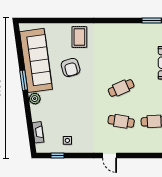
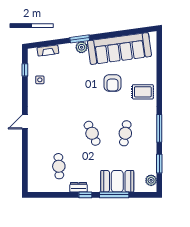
window: (116, 21) -> (159, 128), added
armchair: (71, 67) -> (112, 83), turned -74
window: (24, 80) -> (80, 39), moved
cafe table: (121, 121) -> (125, 133), moved

